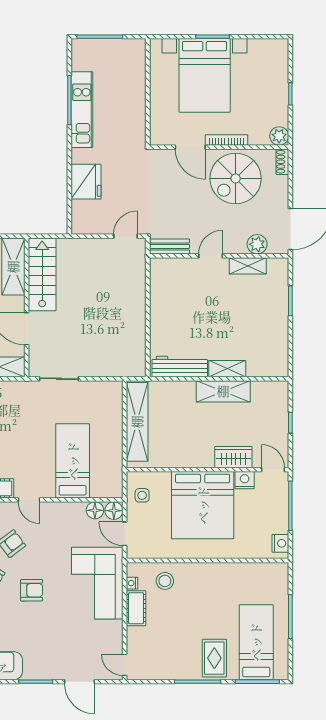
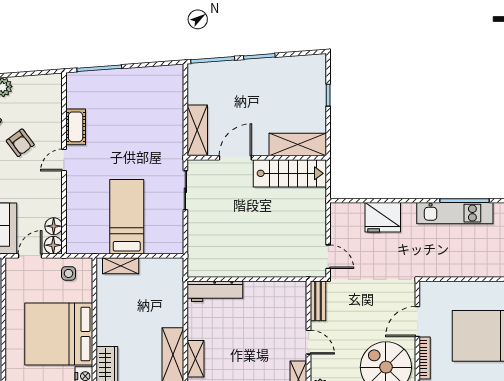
workbench: (180, 367) -> (215, 291), moved, turned 90
shelving: (137, 422) -> (121, 266), width x0.45, depth x0.75
bed: (73, 461) -> (127, 217), moved, turned -90

